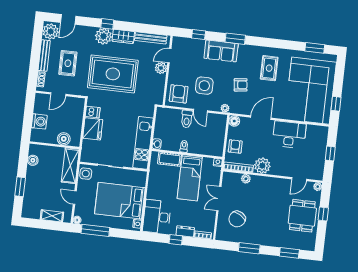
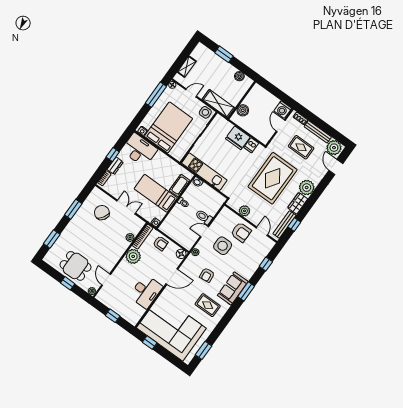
window: (107, 24) -> (294, 224), moved
sofa: (221, 51) -> (233, 288), moved
plant: (161, 68) -> (244, 211), moved
armchair: (179, 94) -> (241, 232), moved
door: (261, 118) -> (172, 277), hinge flipped
washing machine: (39, 121) -> (283, 110), moved

